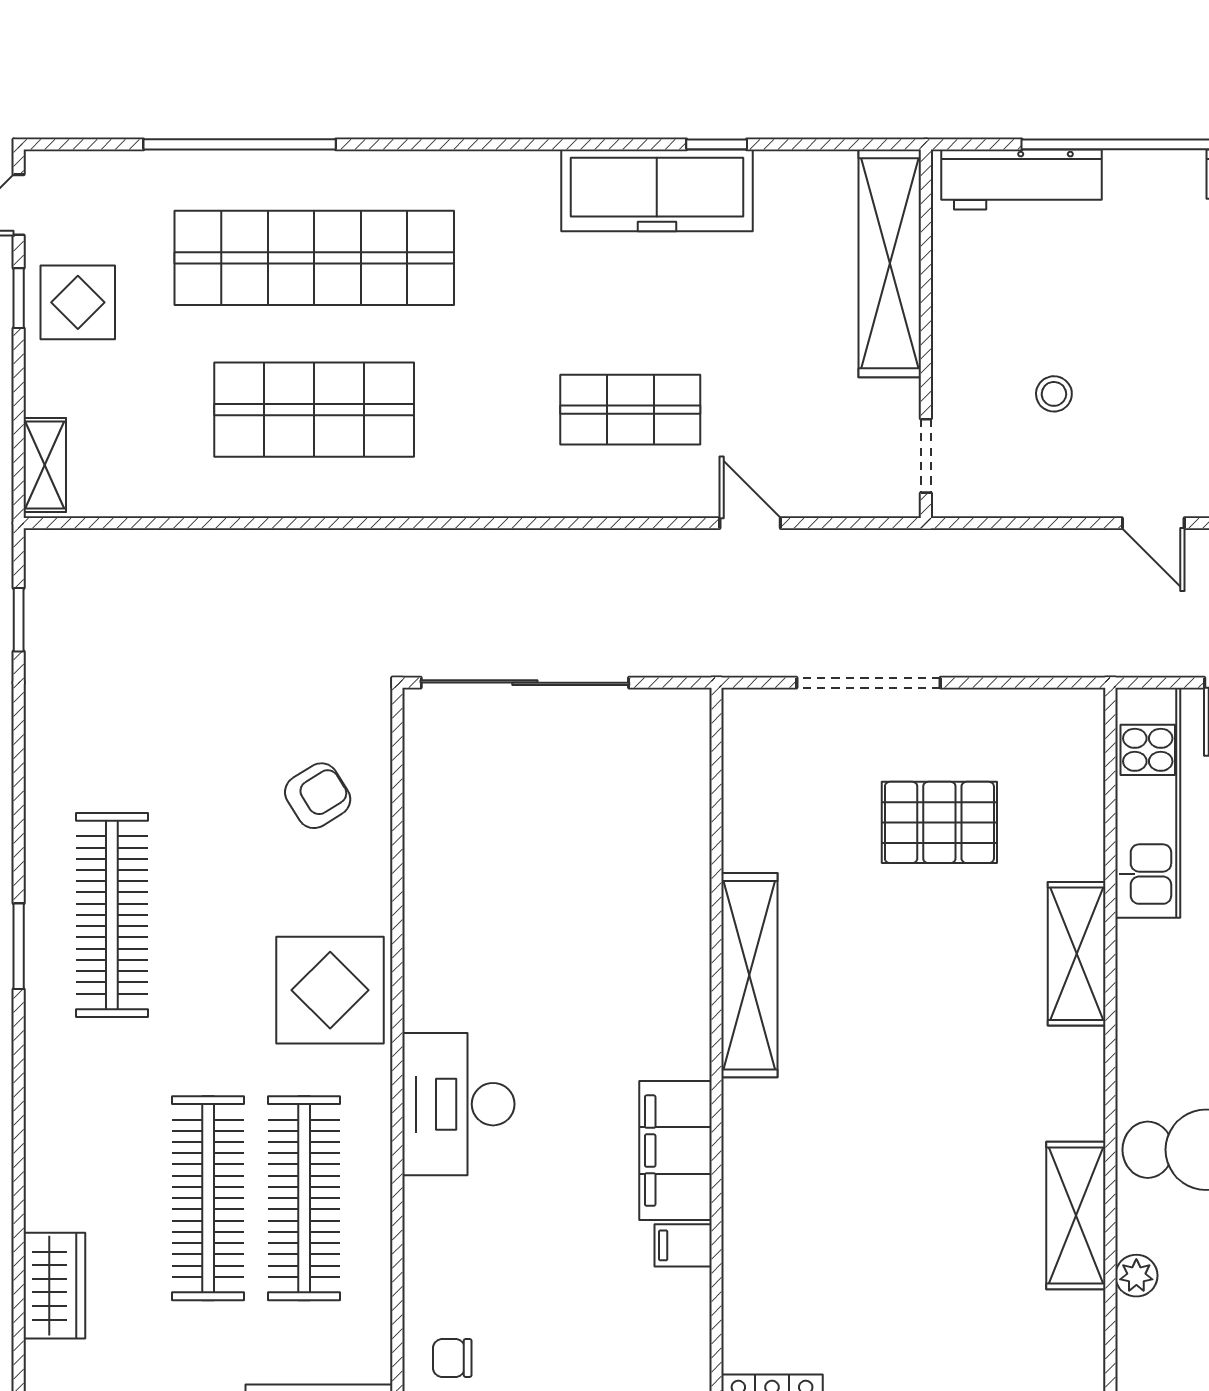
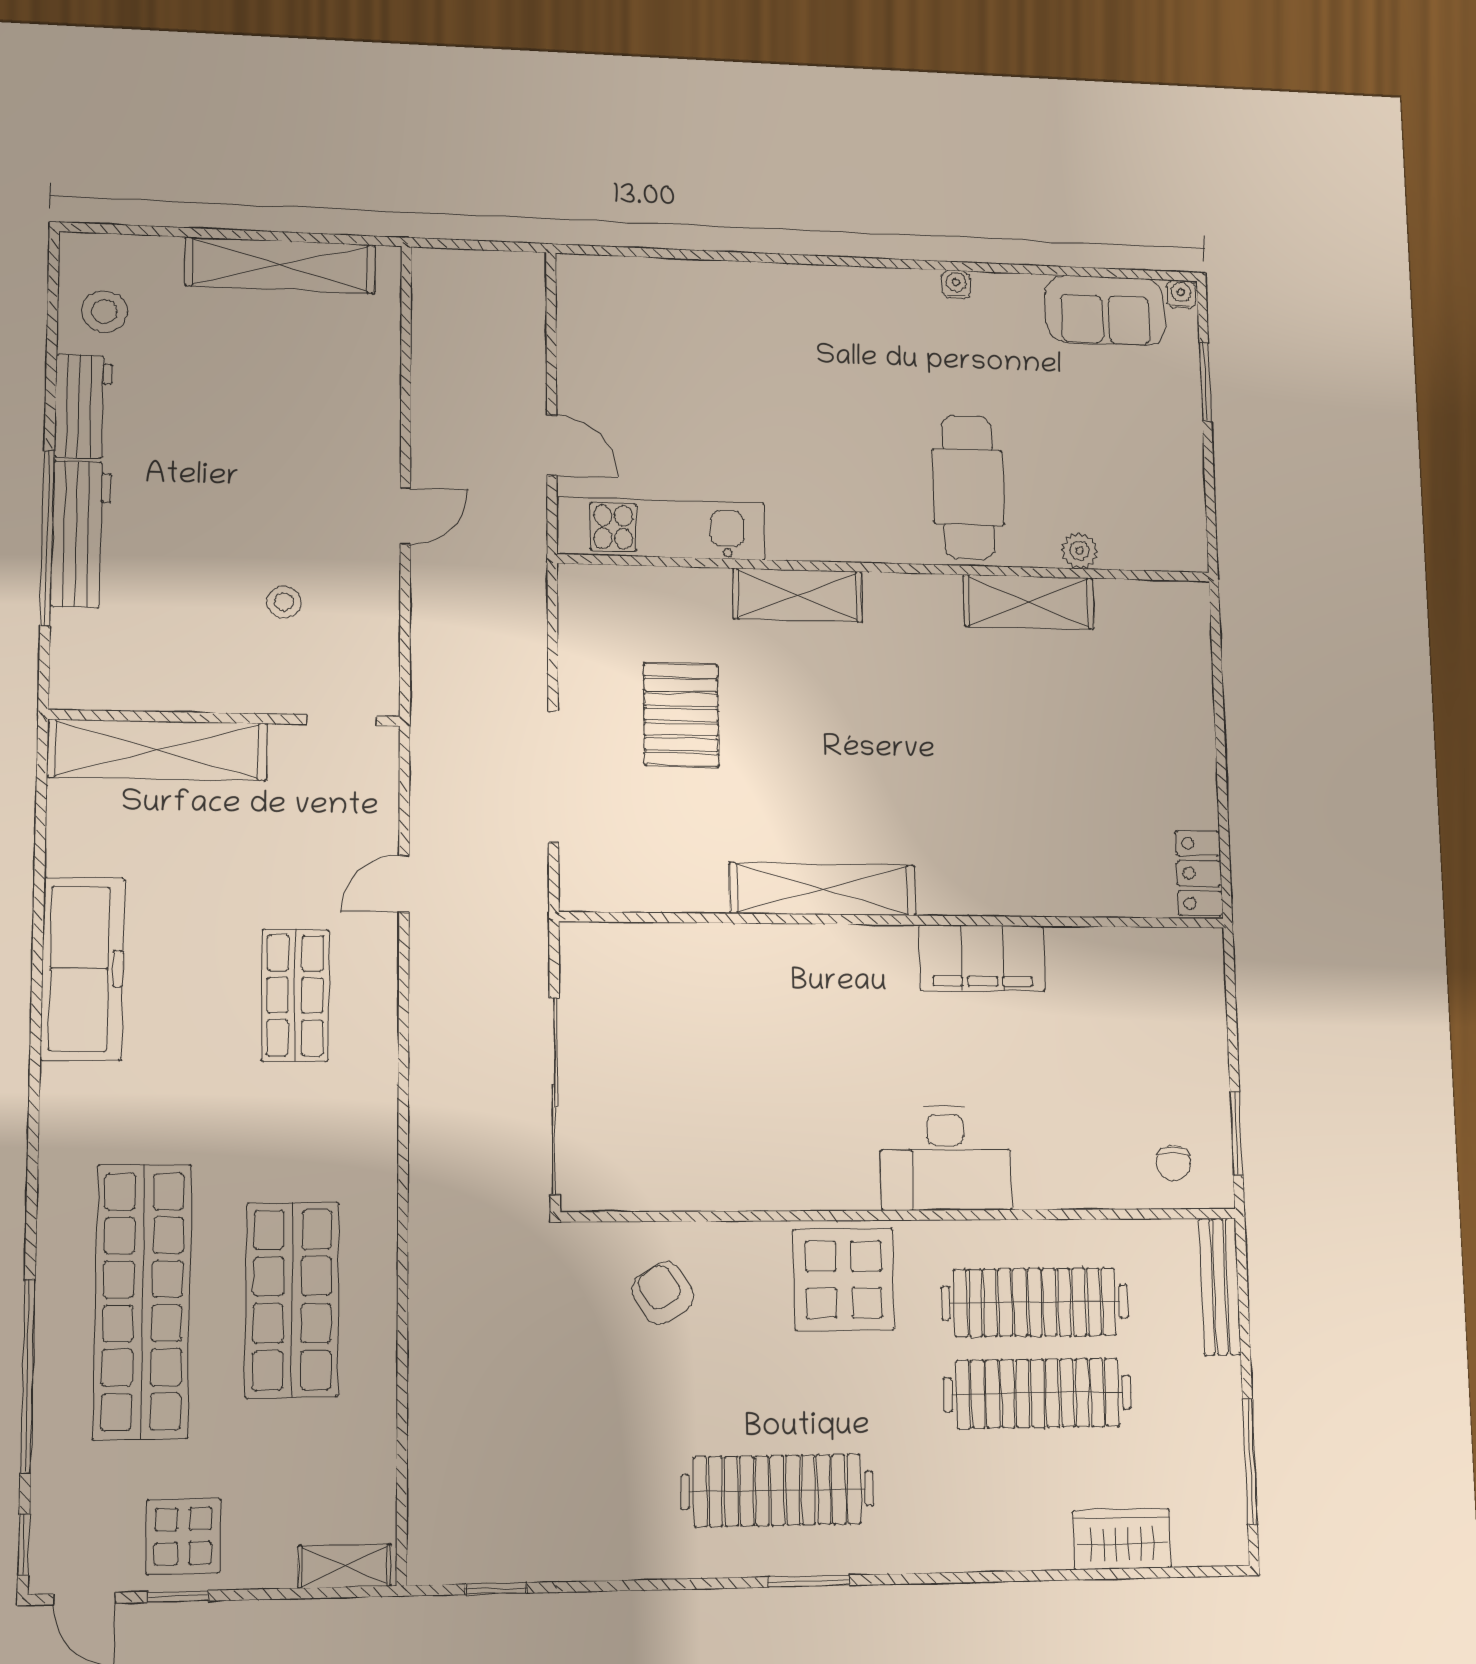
window: (717, 144) -> (24, 1545), moved
workbench: (1021, 179) -> (81, 534), moved
filing cabinet: (683, 1245) -> (1066, 952), removed

